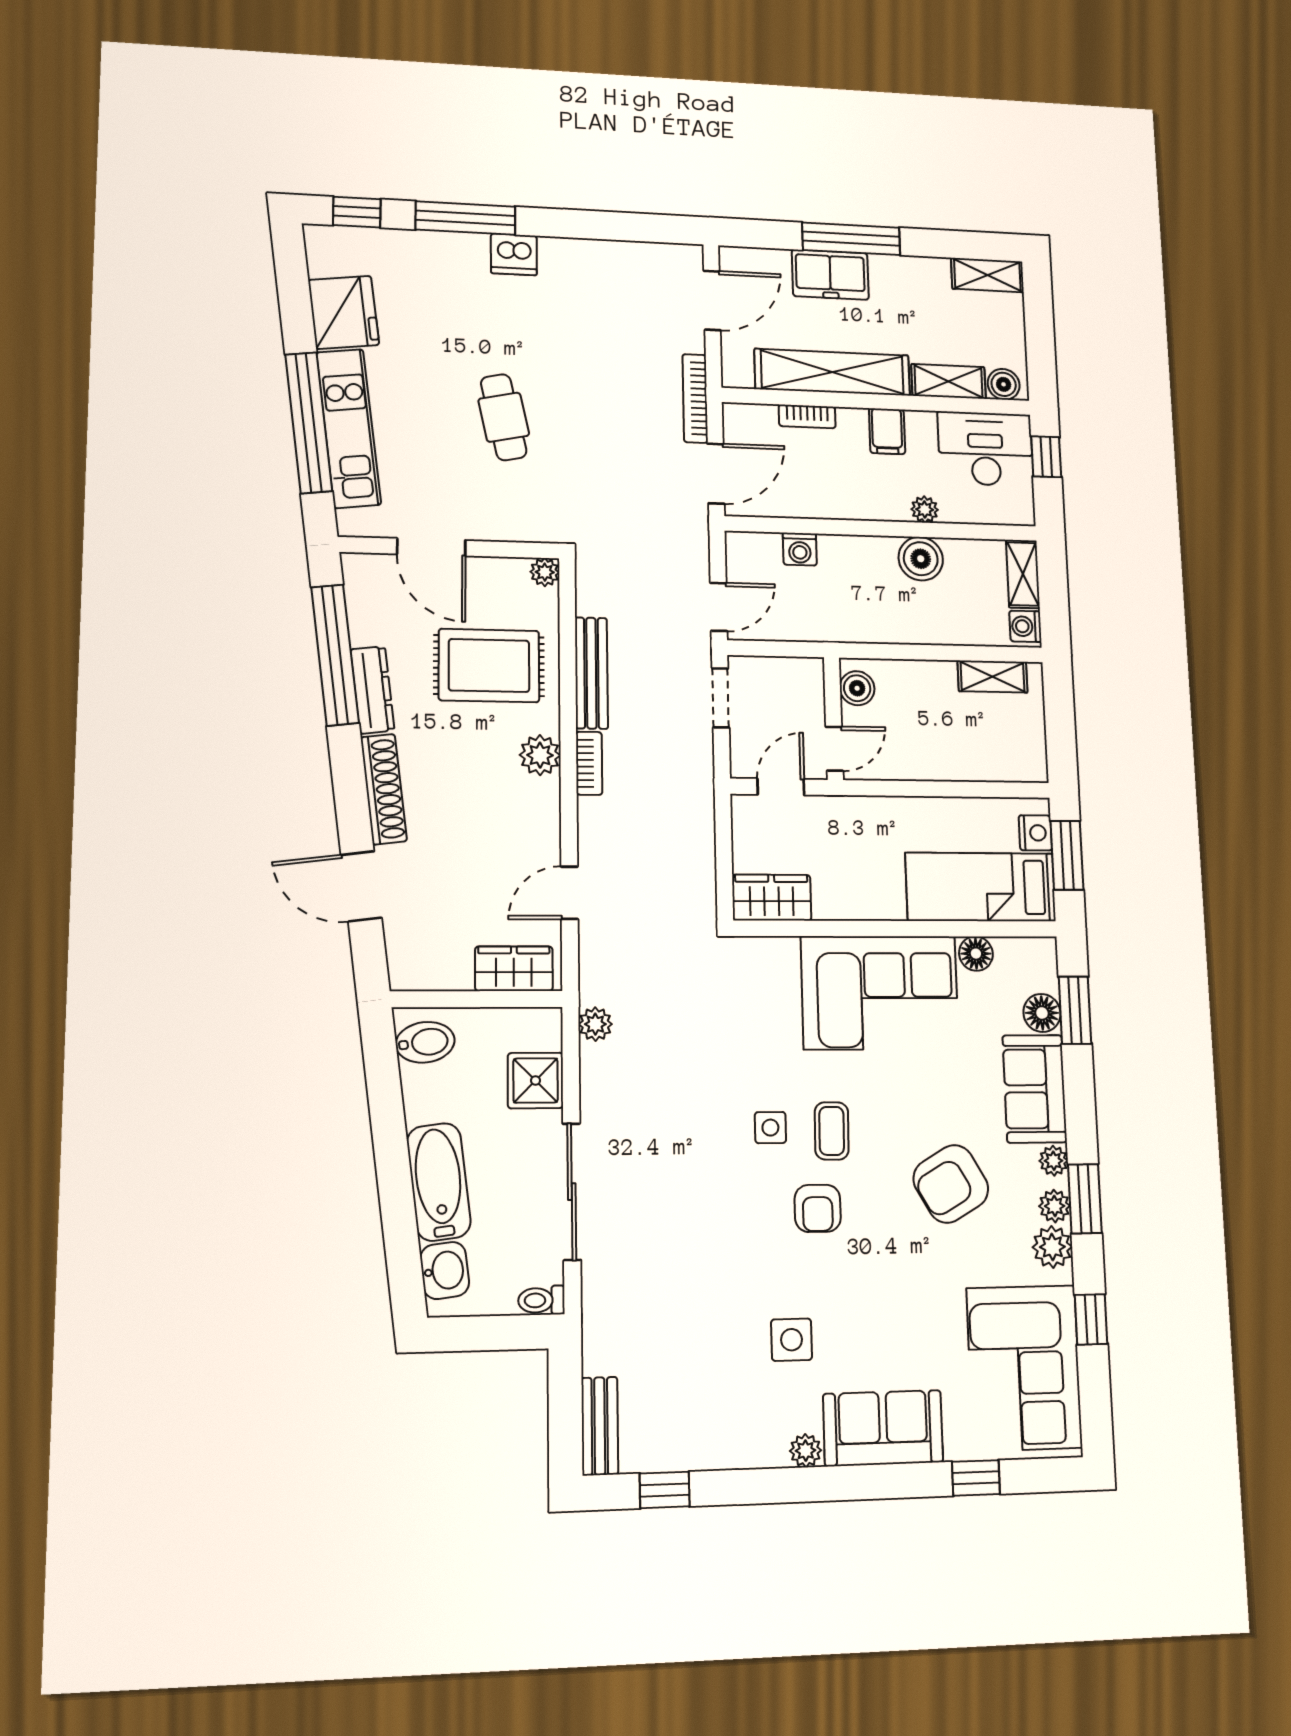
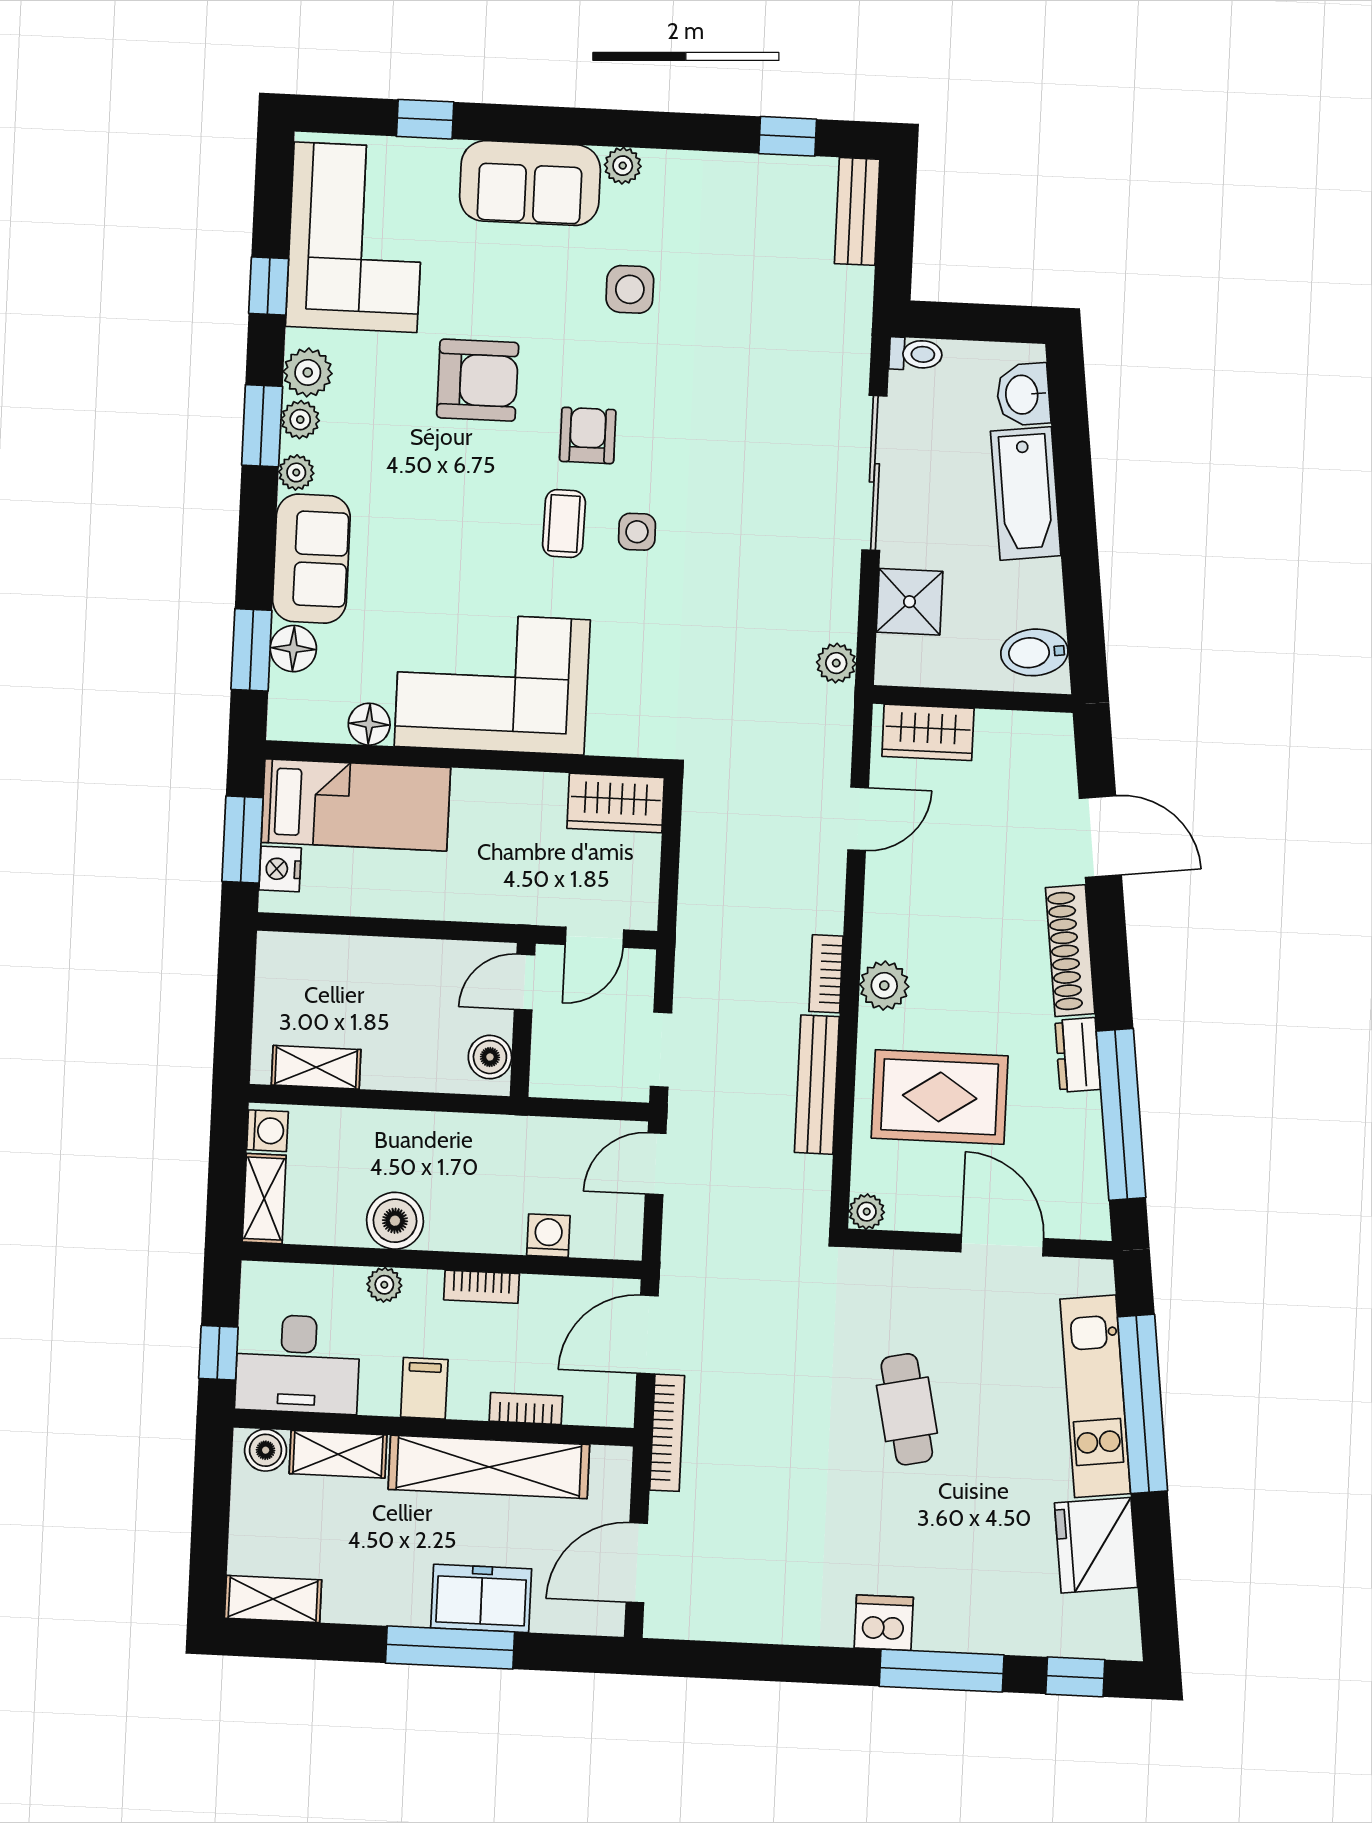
bookcase: (849, 509) -> (481, 1287), added
dresser: (372, 690) -> (1078, 1055), width x0.70
armchair: (951, 1184) -> (478, 380), moved, turned 30

